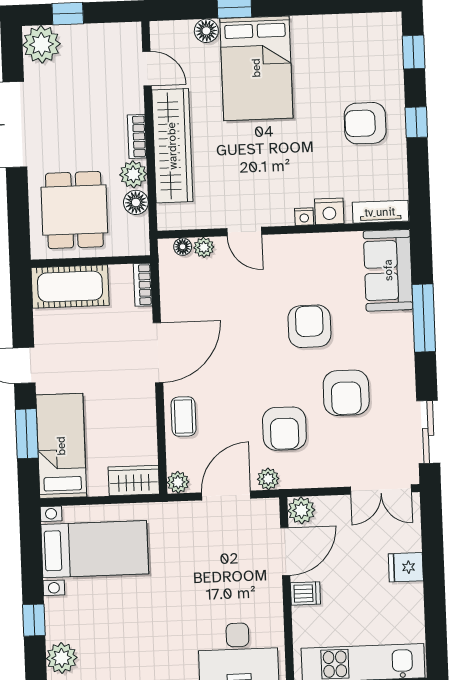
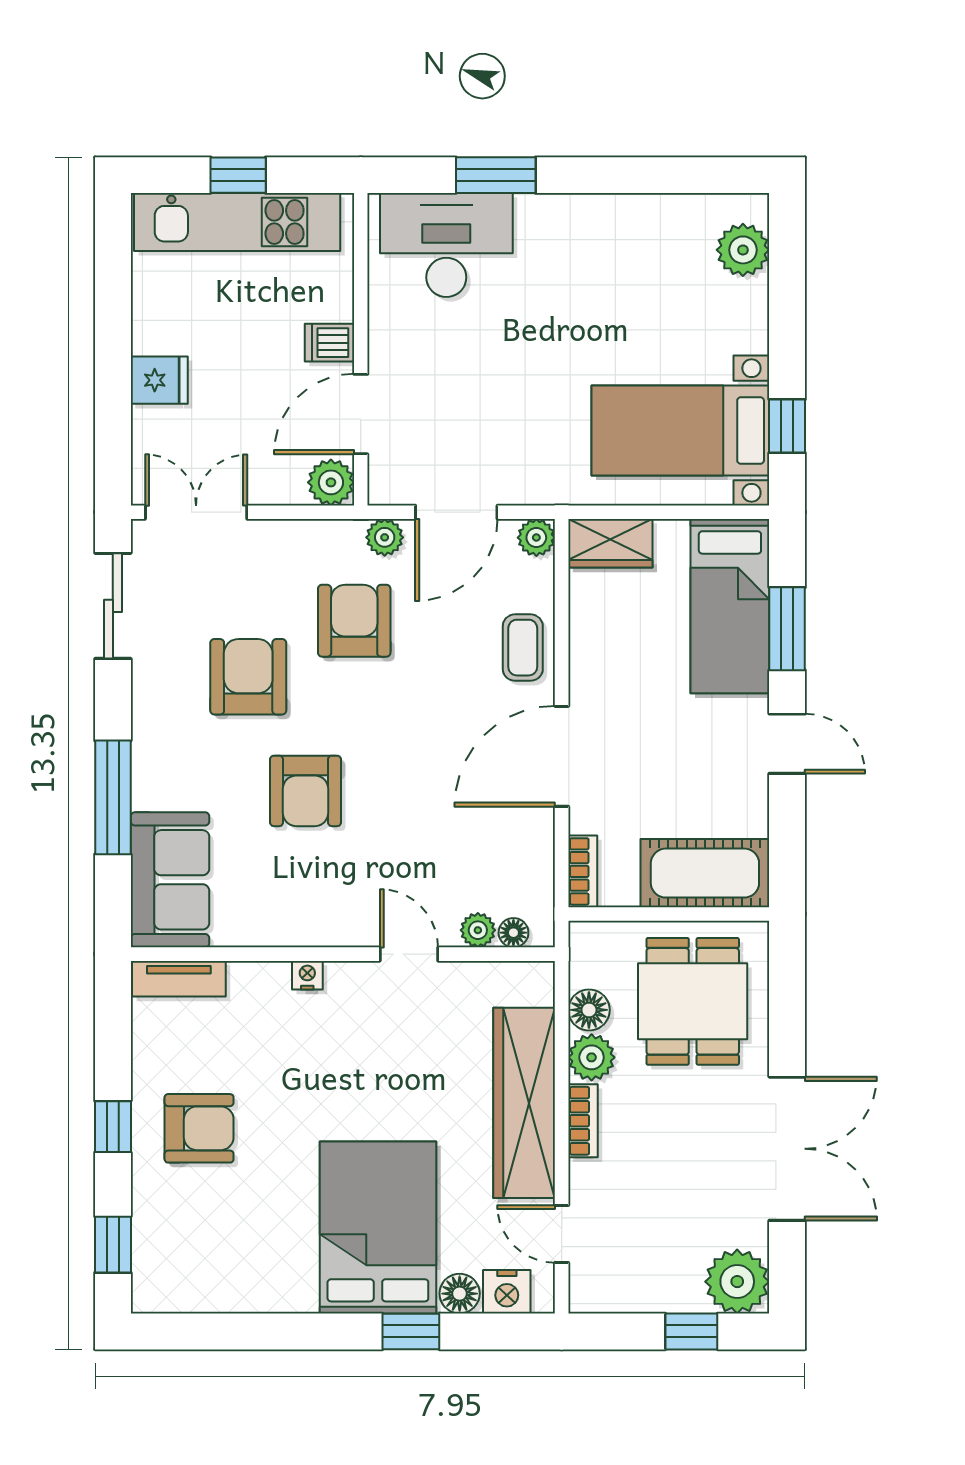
nightstand: (329, 211) -> (507, 1292), moved, turned 180
window: (34, 620) -> (787, 426), moved

